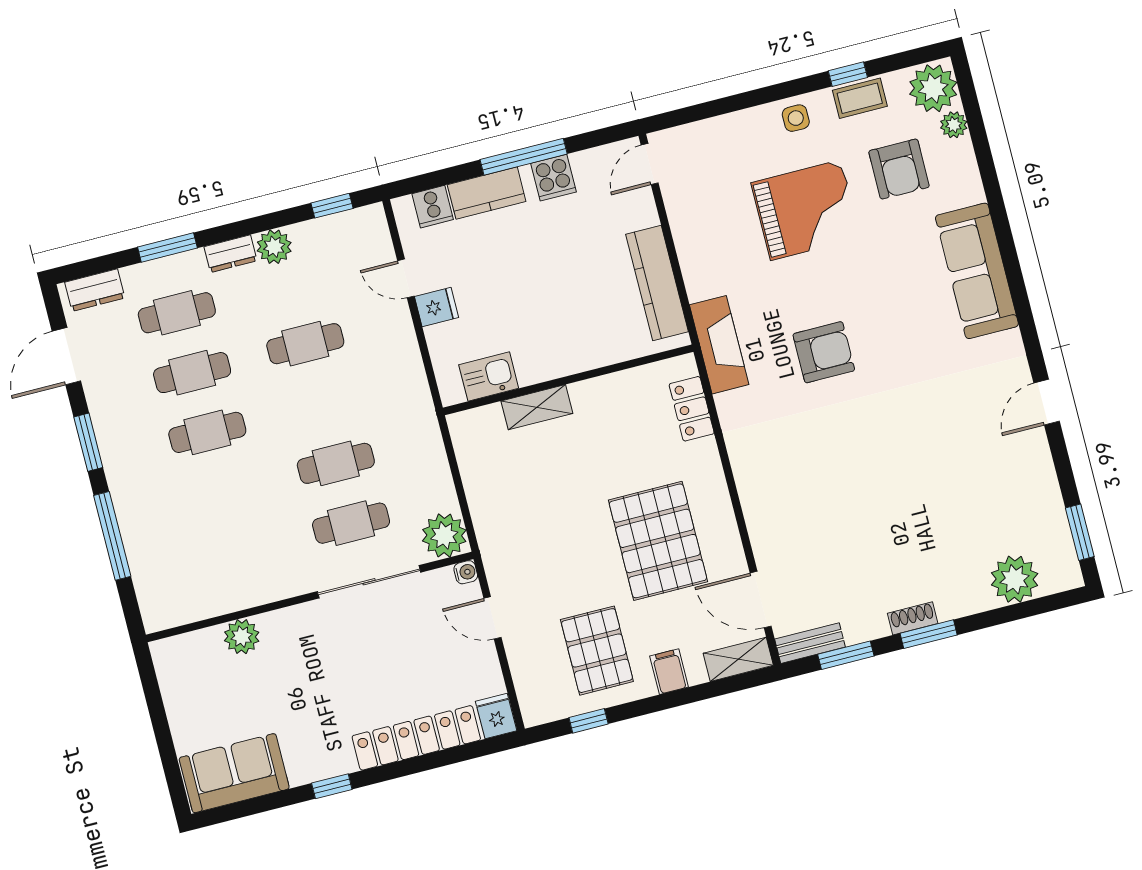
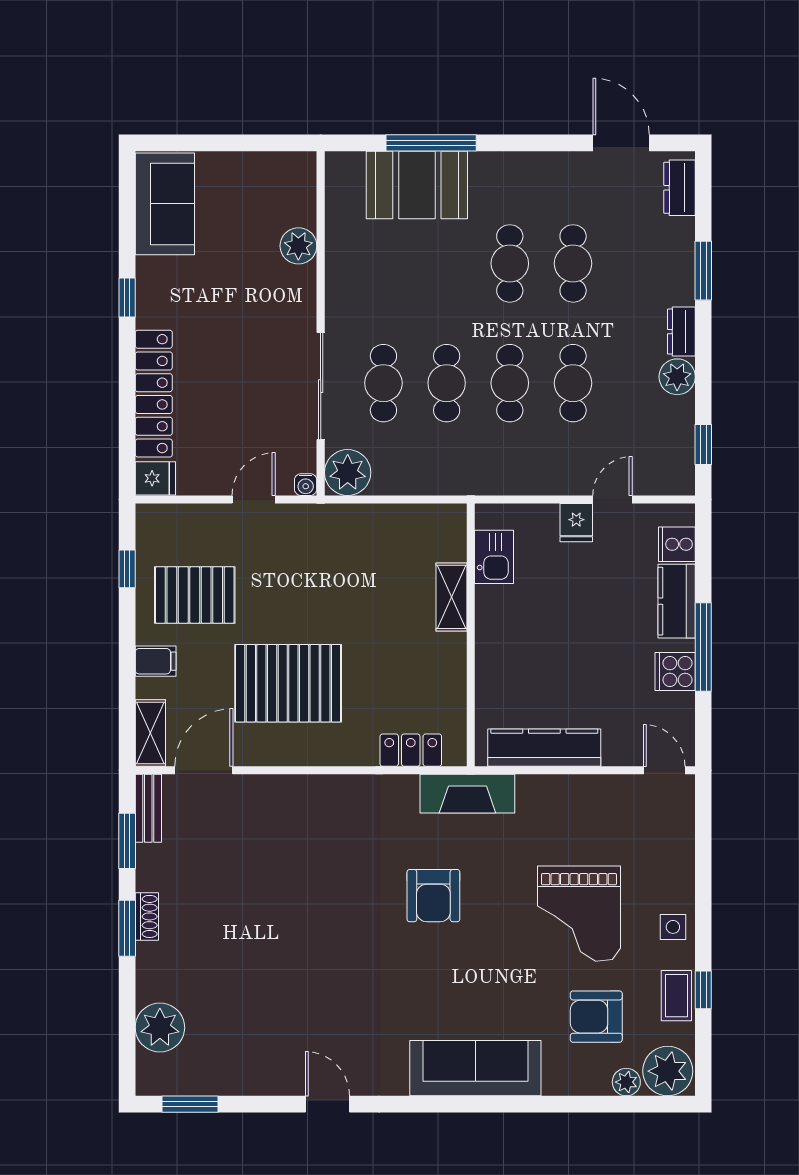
cafe table: (177, 313) -> (510, 383), moved
window: (88, 442) -> (530, 143), removed
booth: (155, 539) -> (417, 185), added

